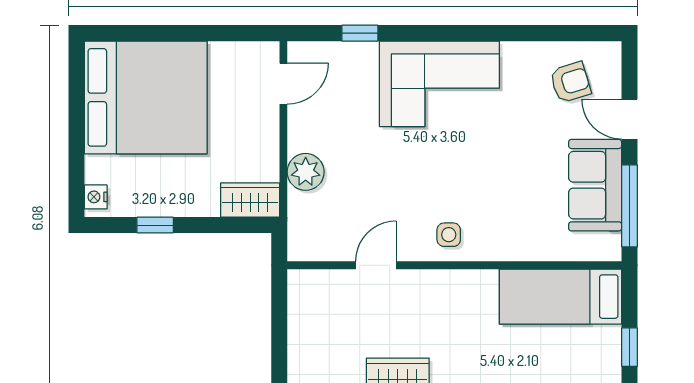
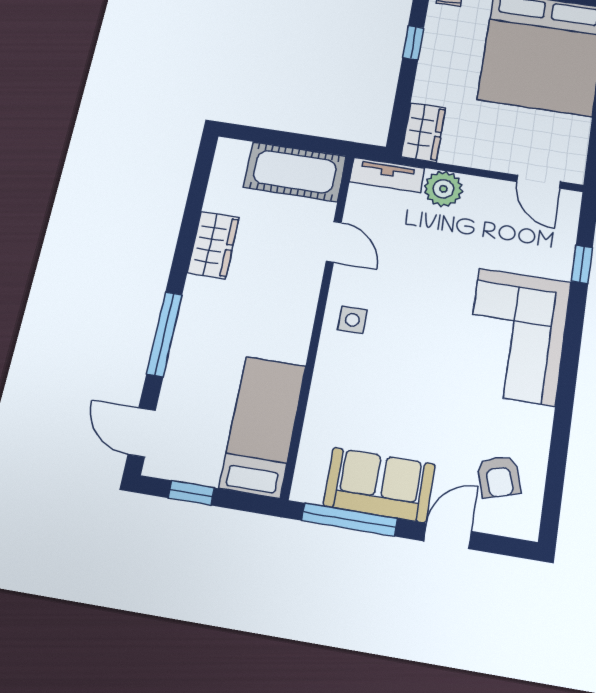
tv unit: (300, 227) -> (387, 175), added
cot: (311, 315) -> (295, 172), added

